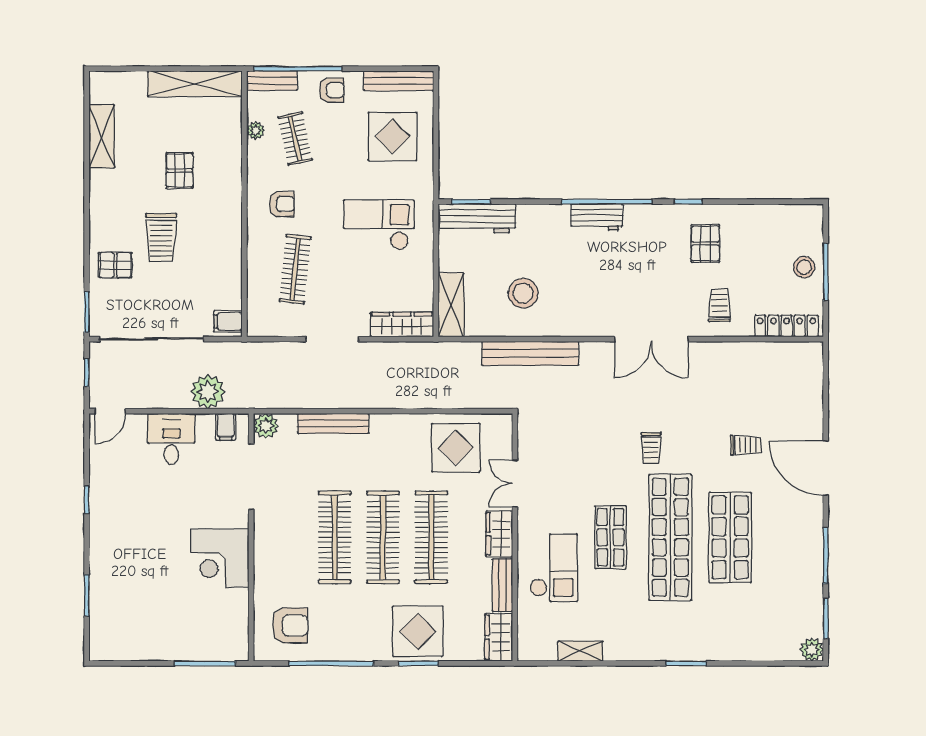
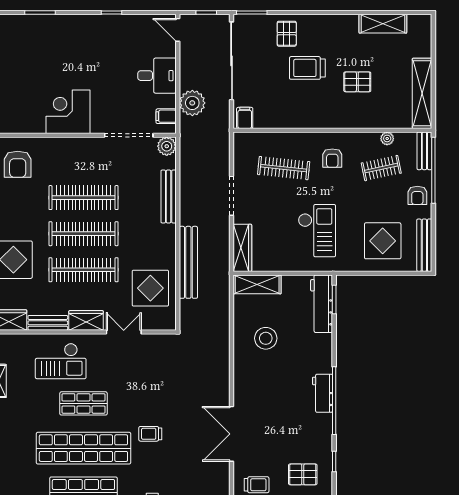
bench: (530, 353) -> (188, 262), moved

